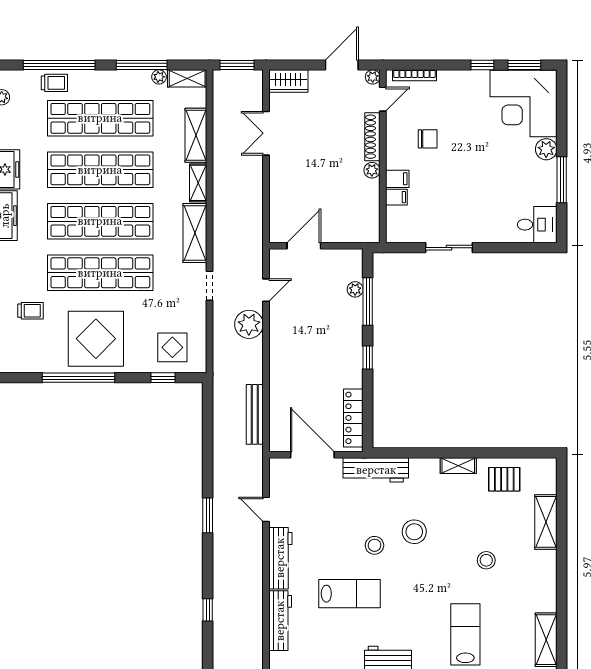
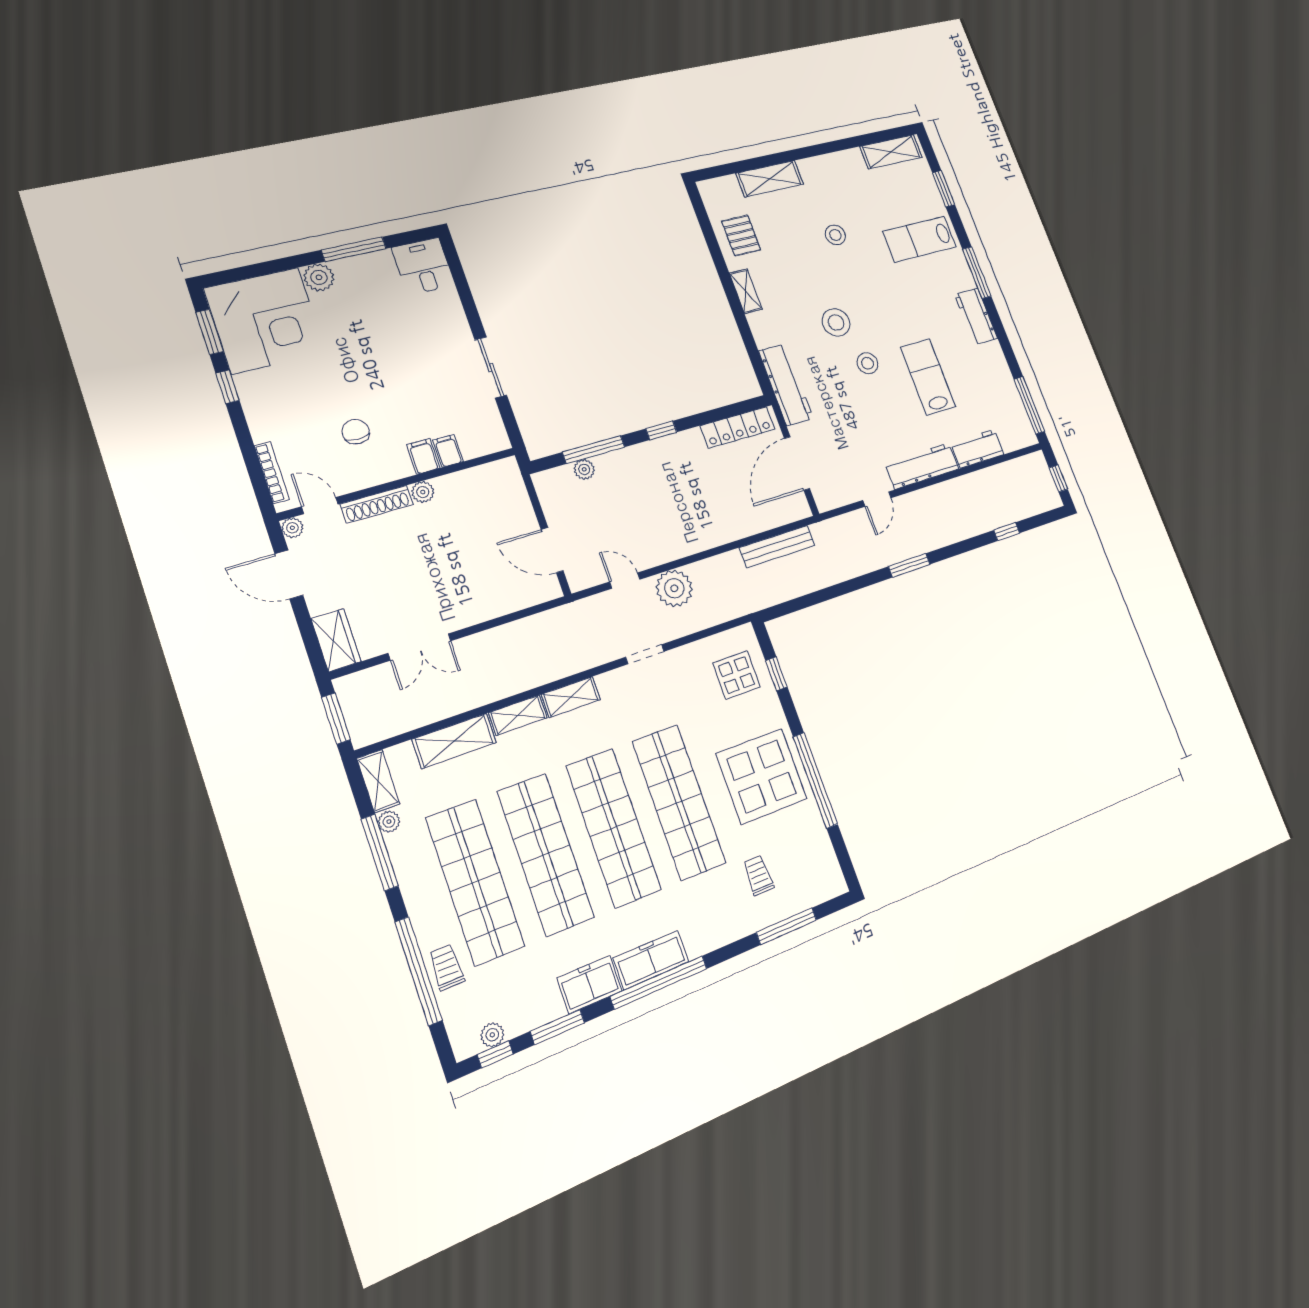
shelving: (195, 233) -> (571, 697), width x0.67, depth x0.75
workbench: (280, 621) -> (977, 449), width x0.73

